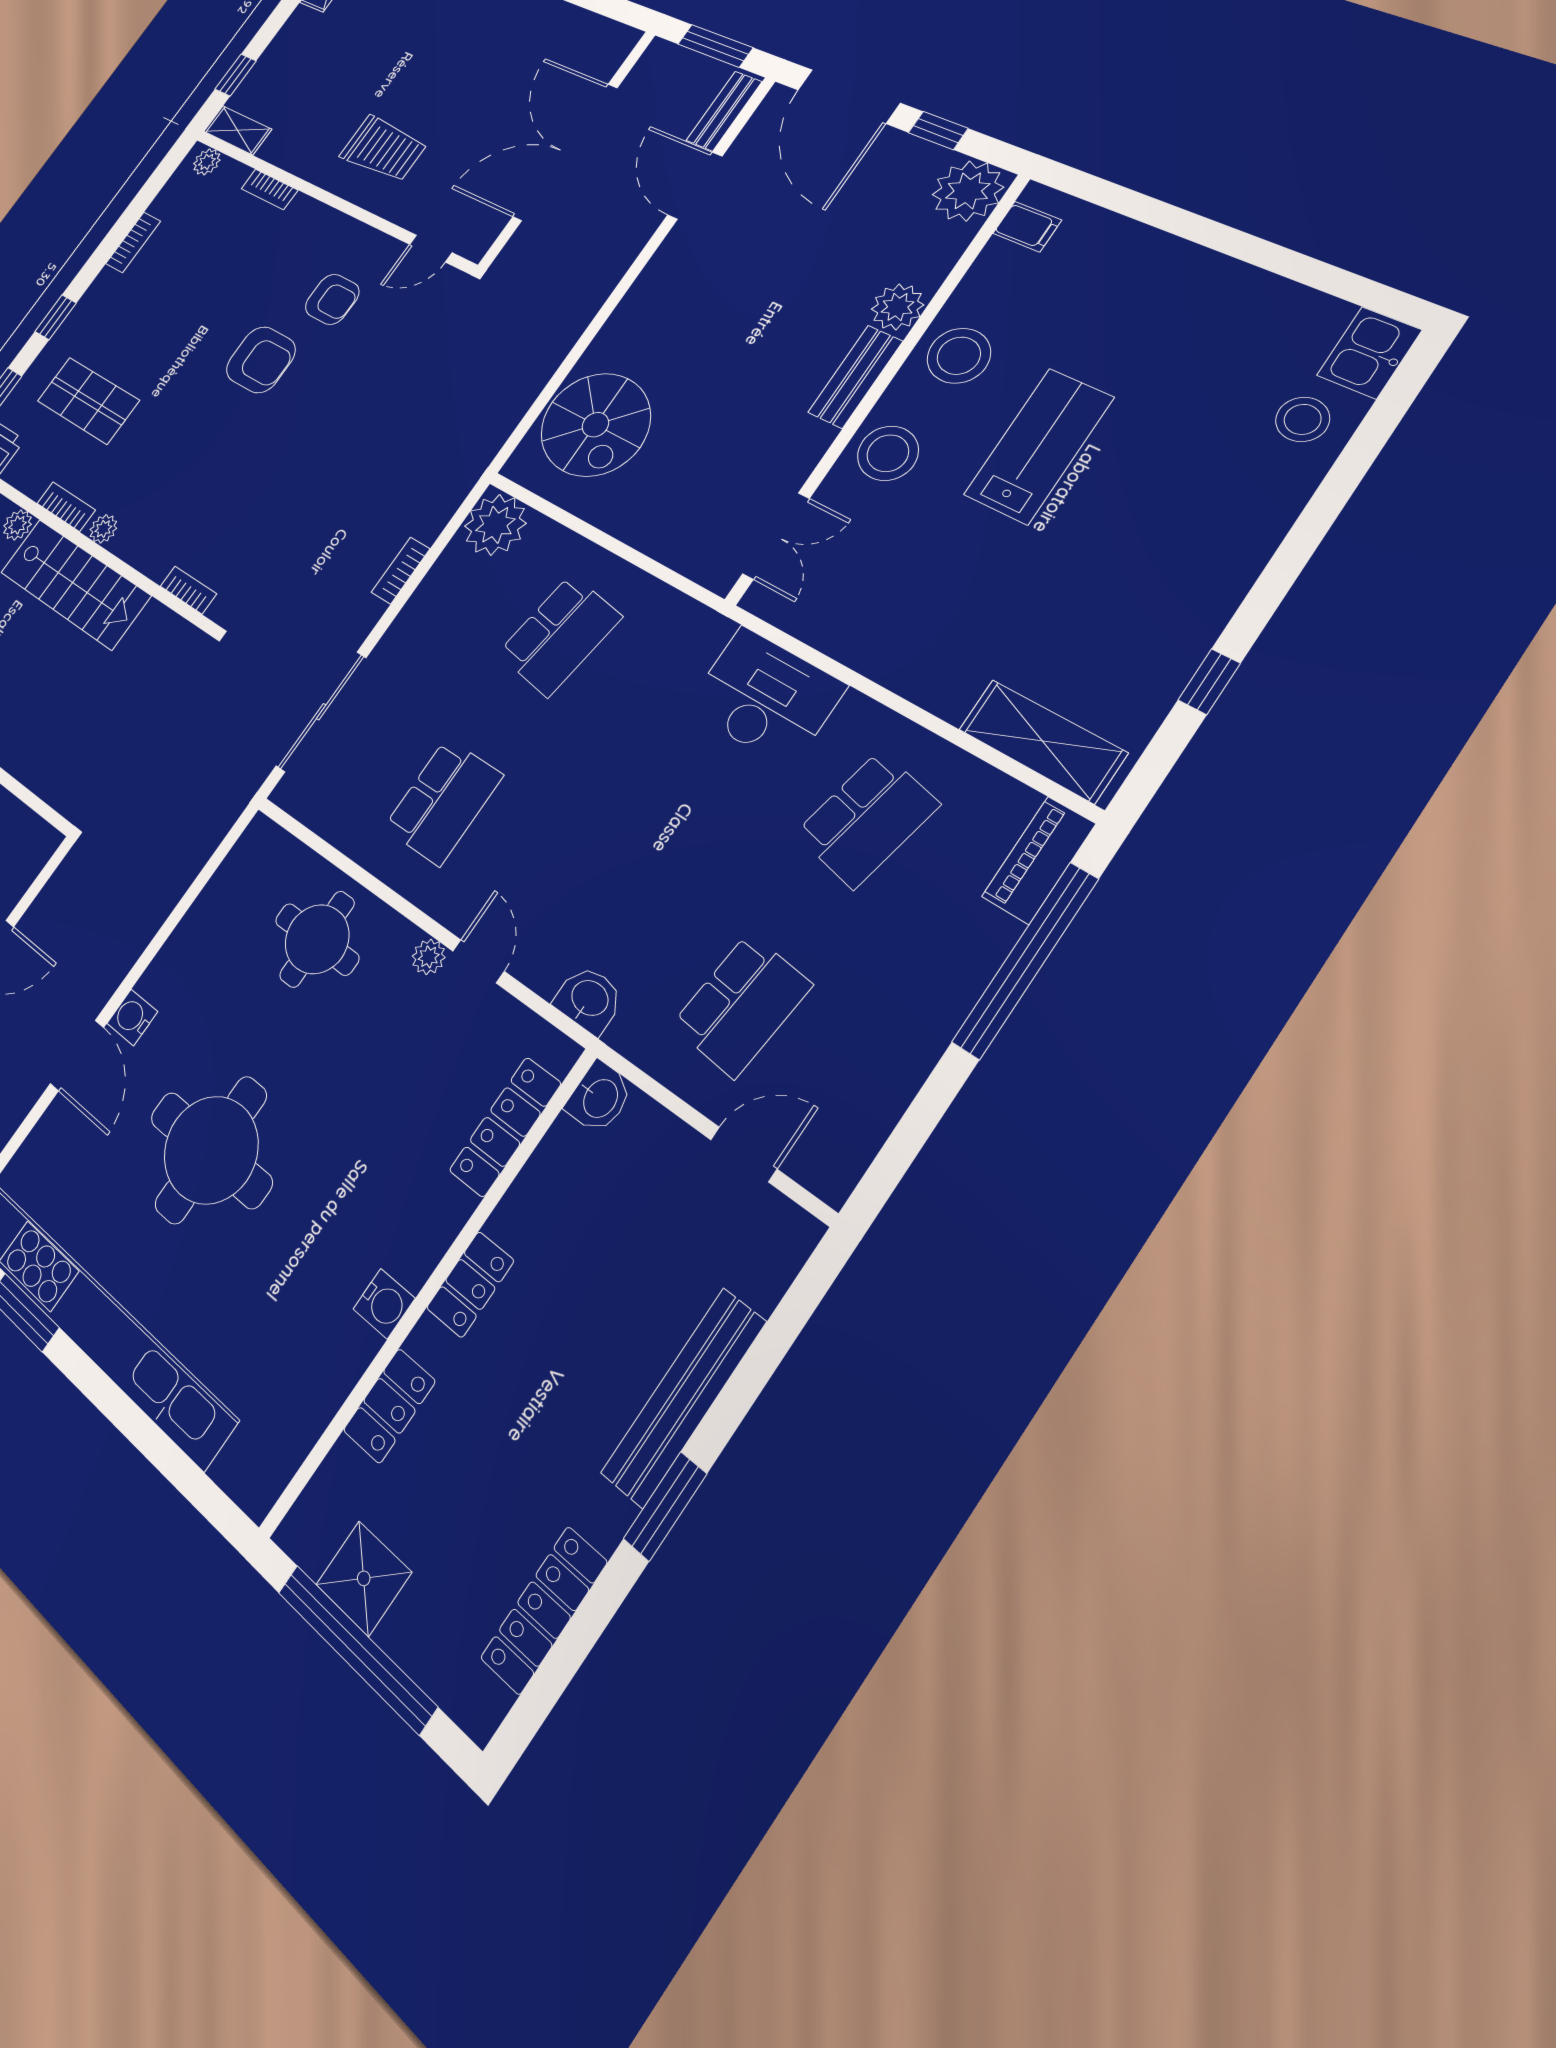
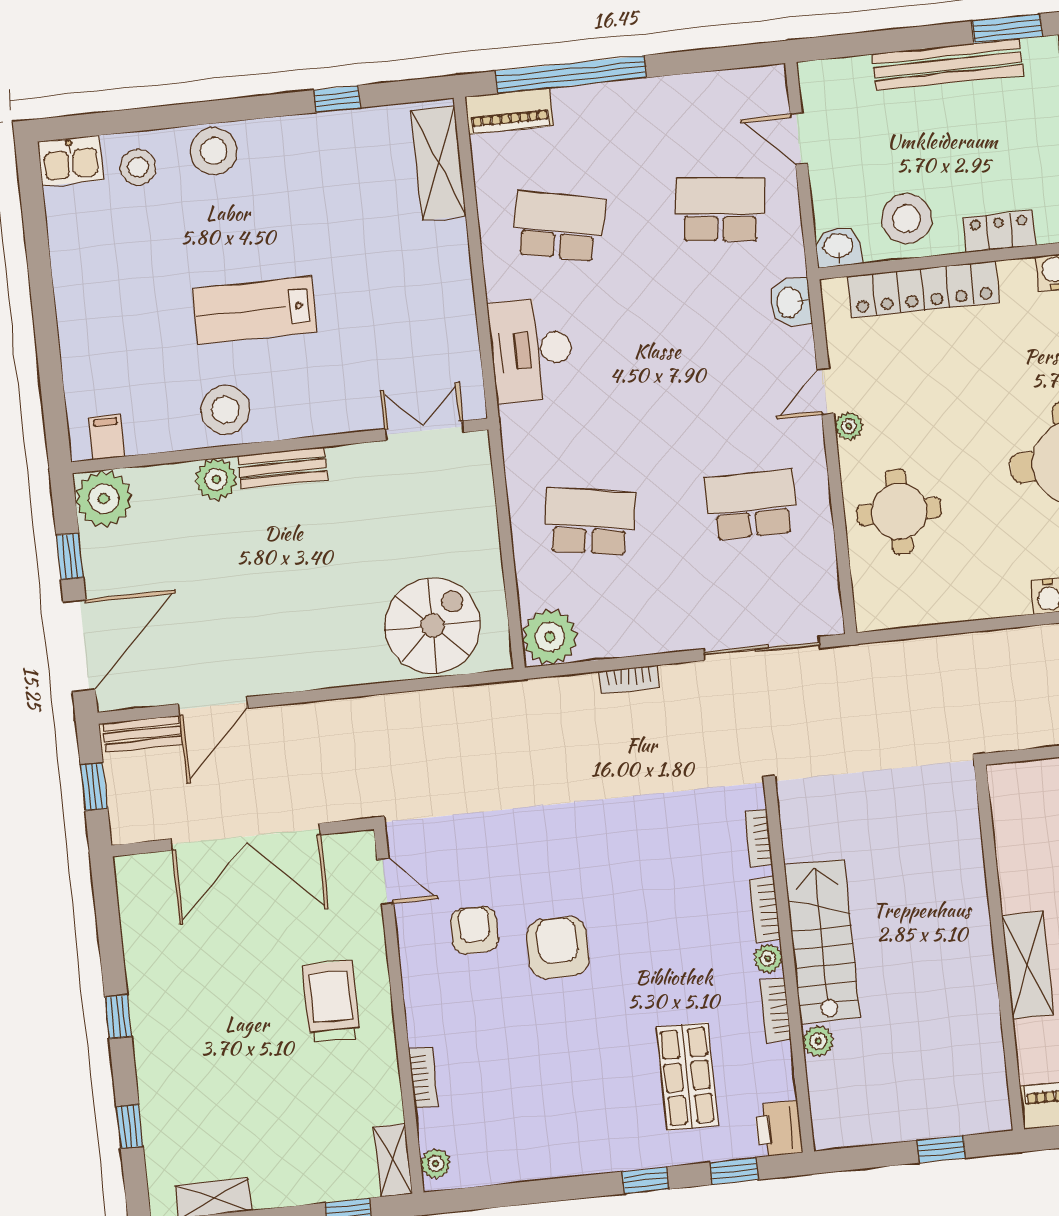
window: (715, 46) -> (94, 787), width x0.67
bookcase: (133, 242) -> (765, 910), moved, turned -90
stool: (888, 453) -> (214, 151), moved
locker: (505, 1127) -> (923, 289), width x1.41, depth x1.21
stool: (566, 1197) -> (907, 219), added

